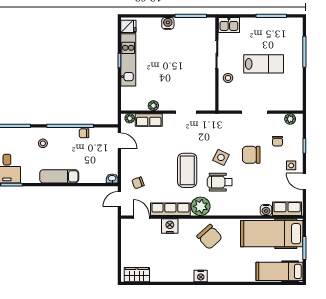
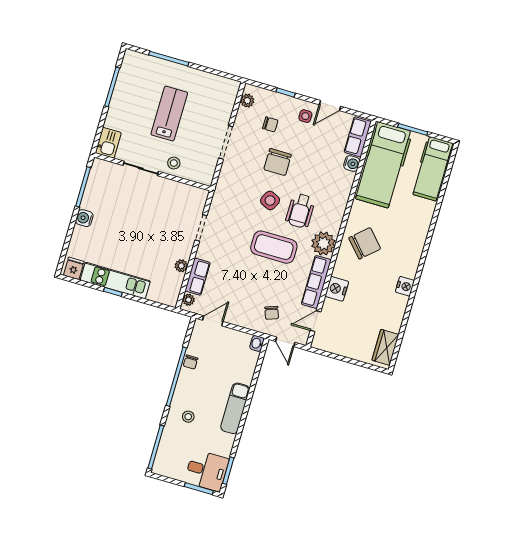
nightstand: (201, 276) -> (405, 286), moved

